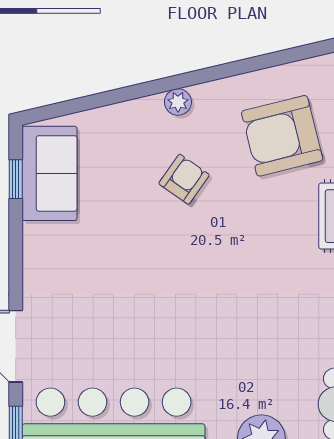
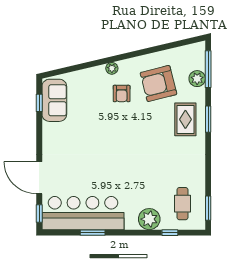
armchair: (184, 179) -> (122, 94), moved, turned 145

